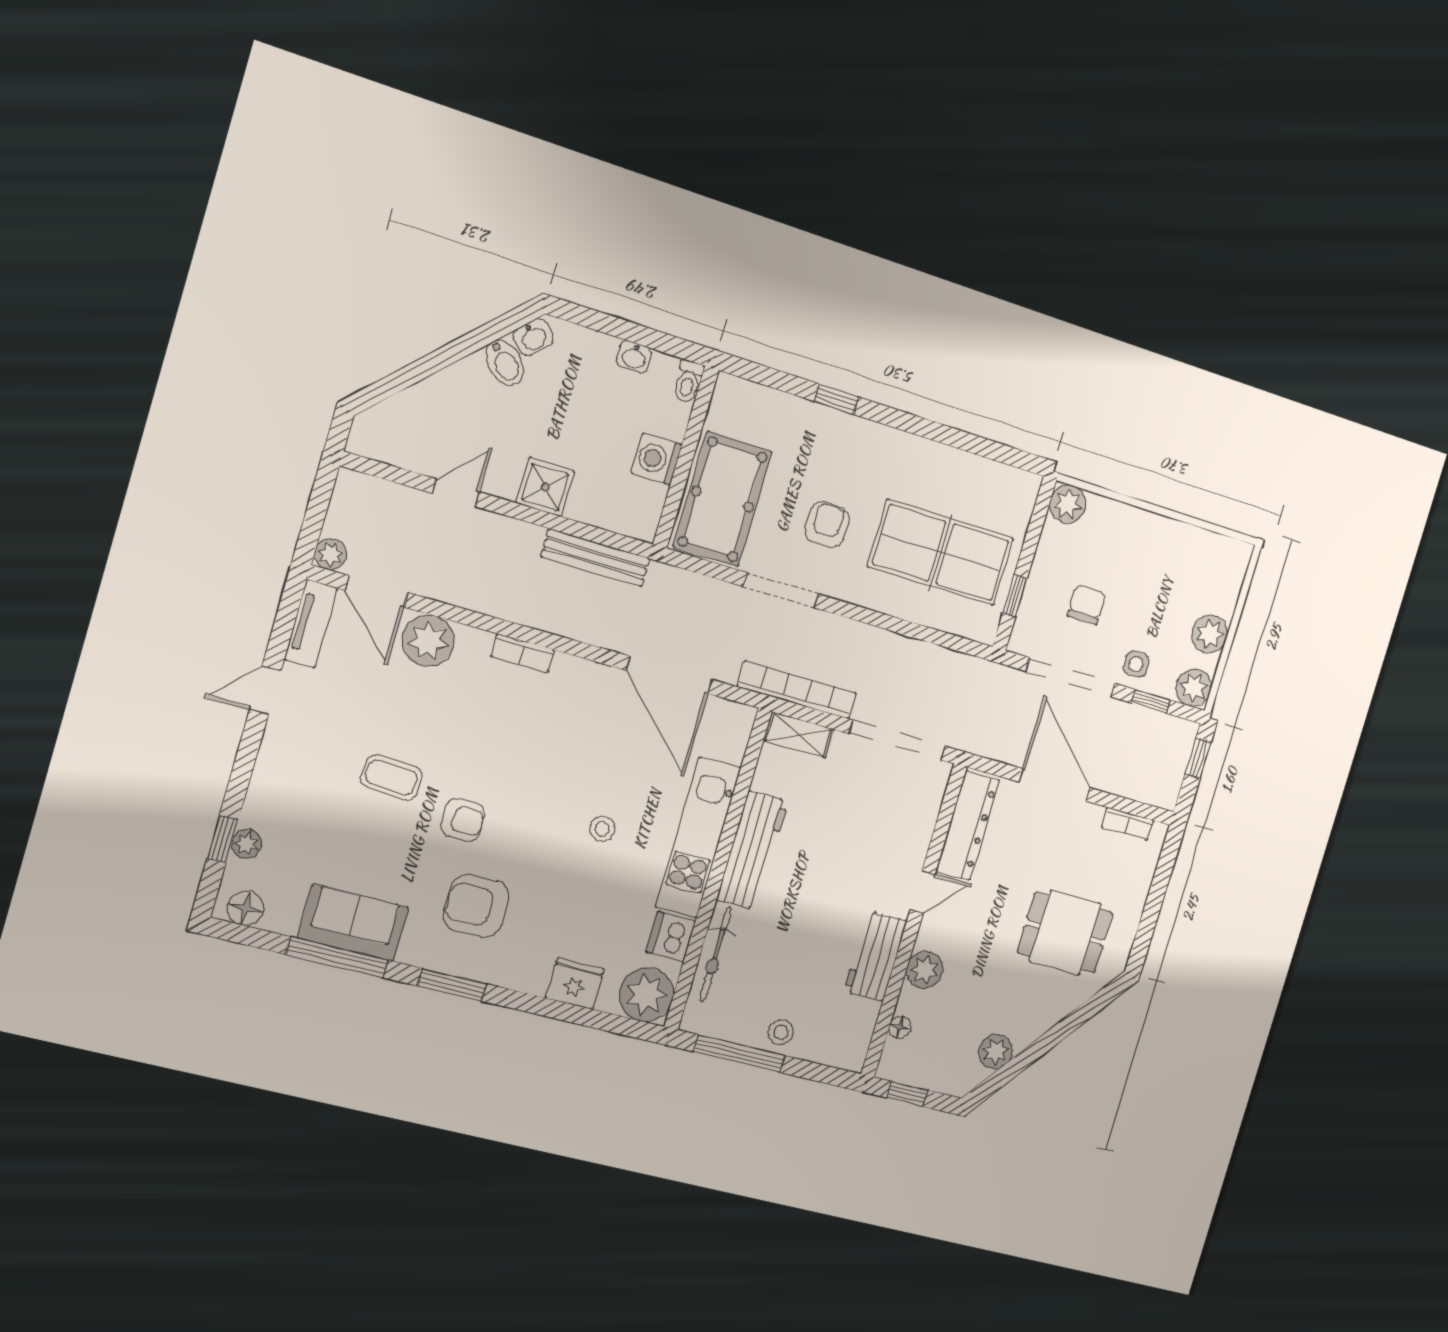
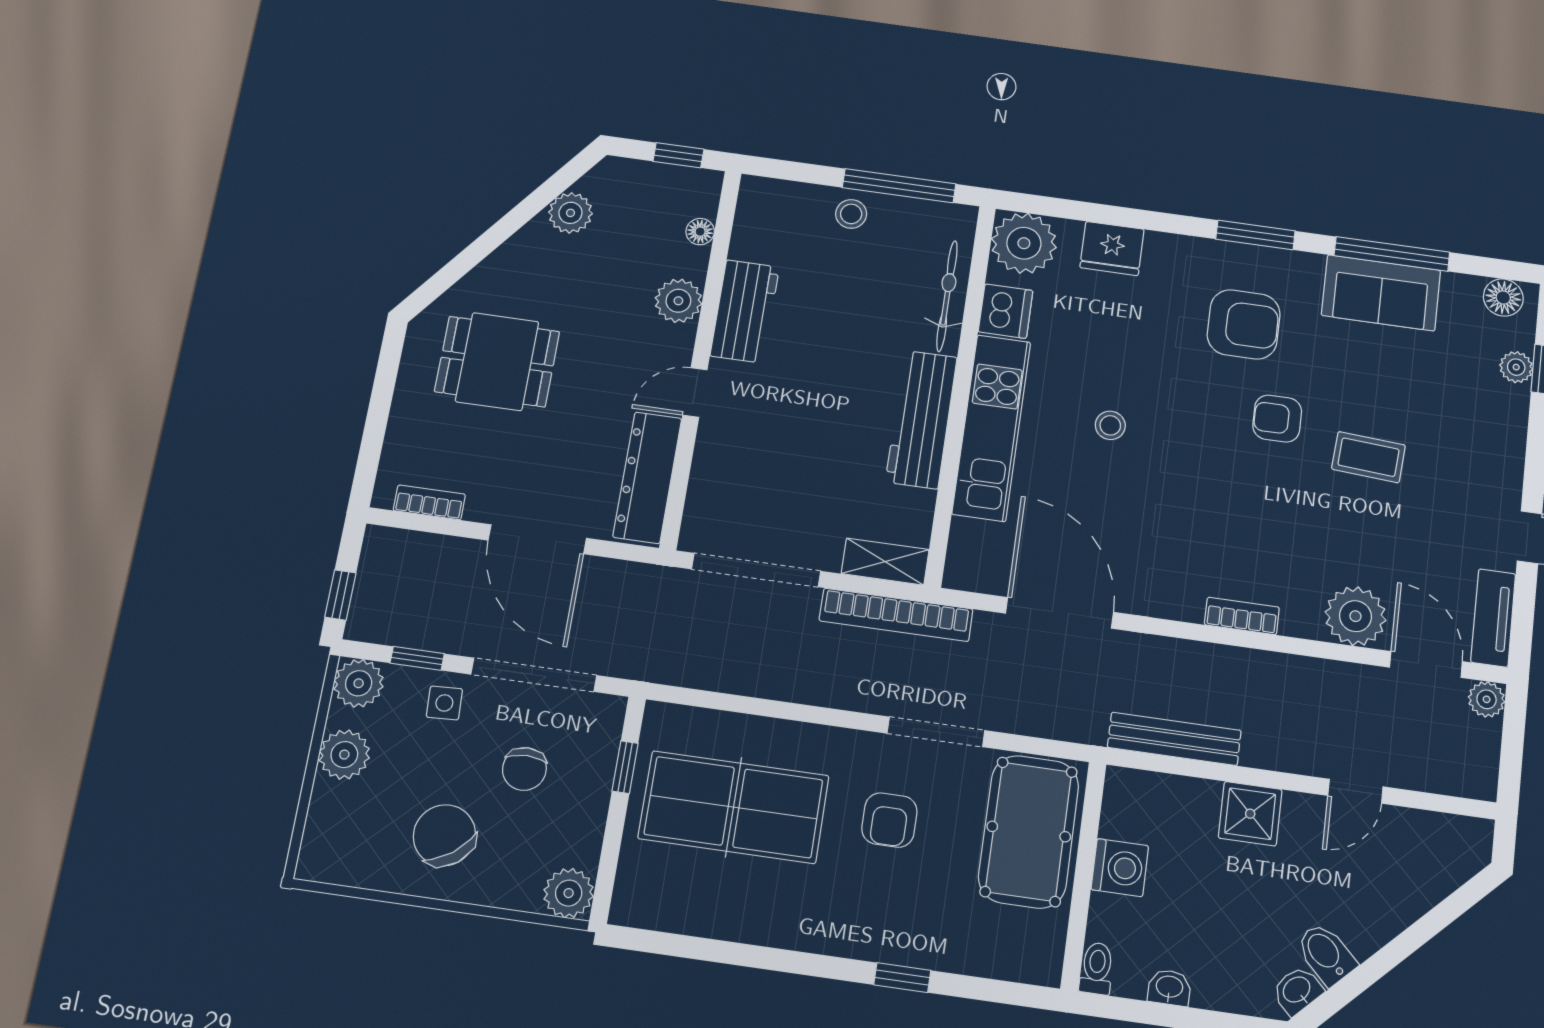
chair: (1149, 562) -> (444, 835), added

